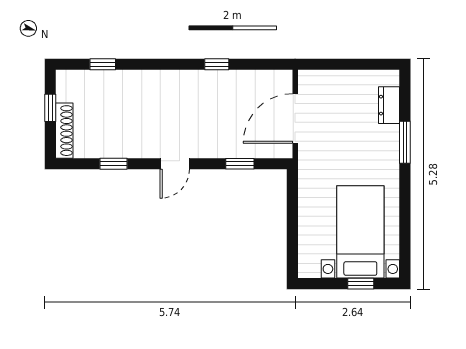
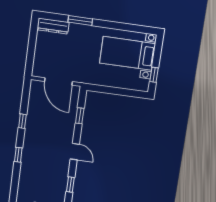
window: (103, 64) -> (18, 155), moved
dresser: (389, 105) -> (53, 26), width x1.44
window: (361, 284) -> (154, 75), moved

